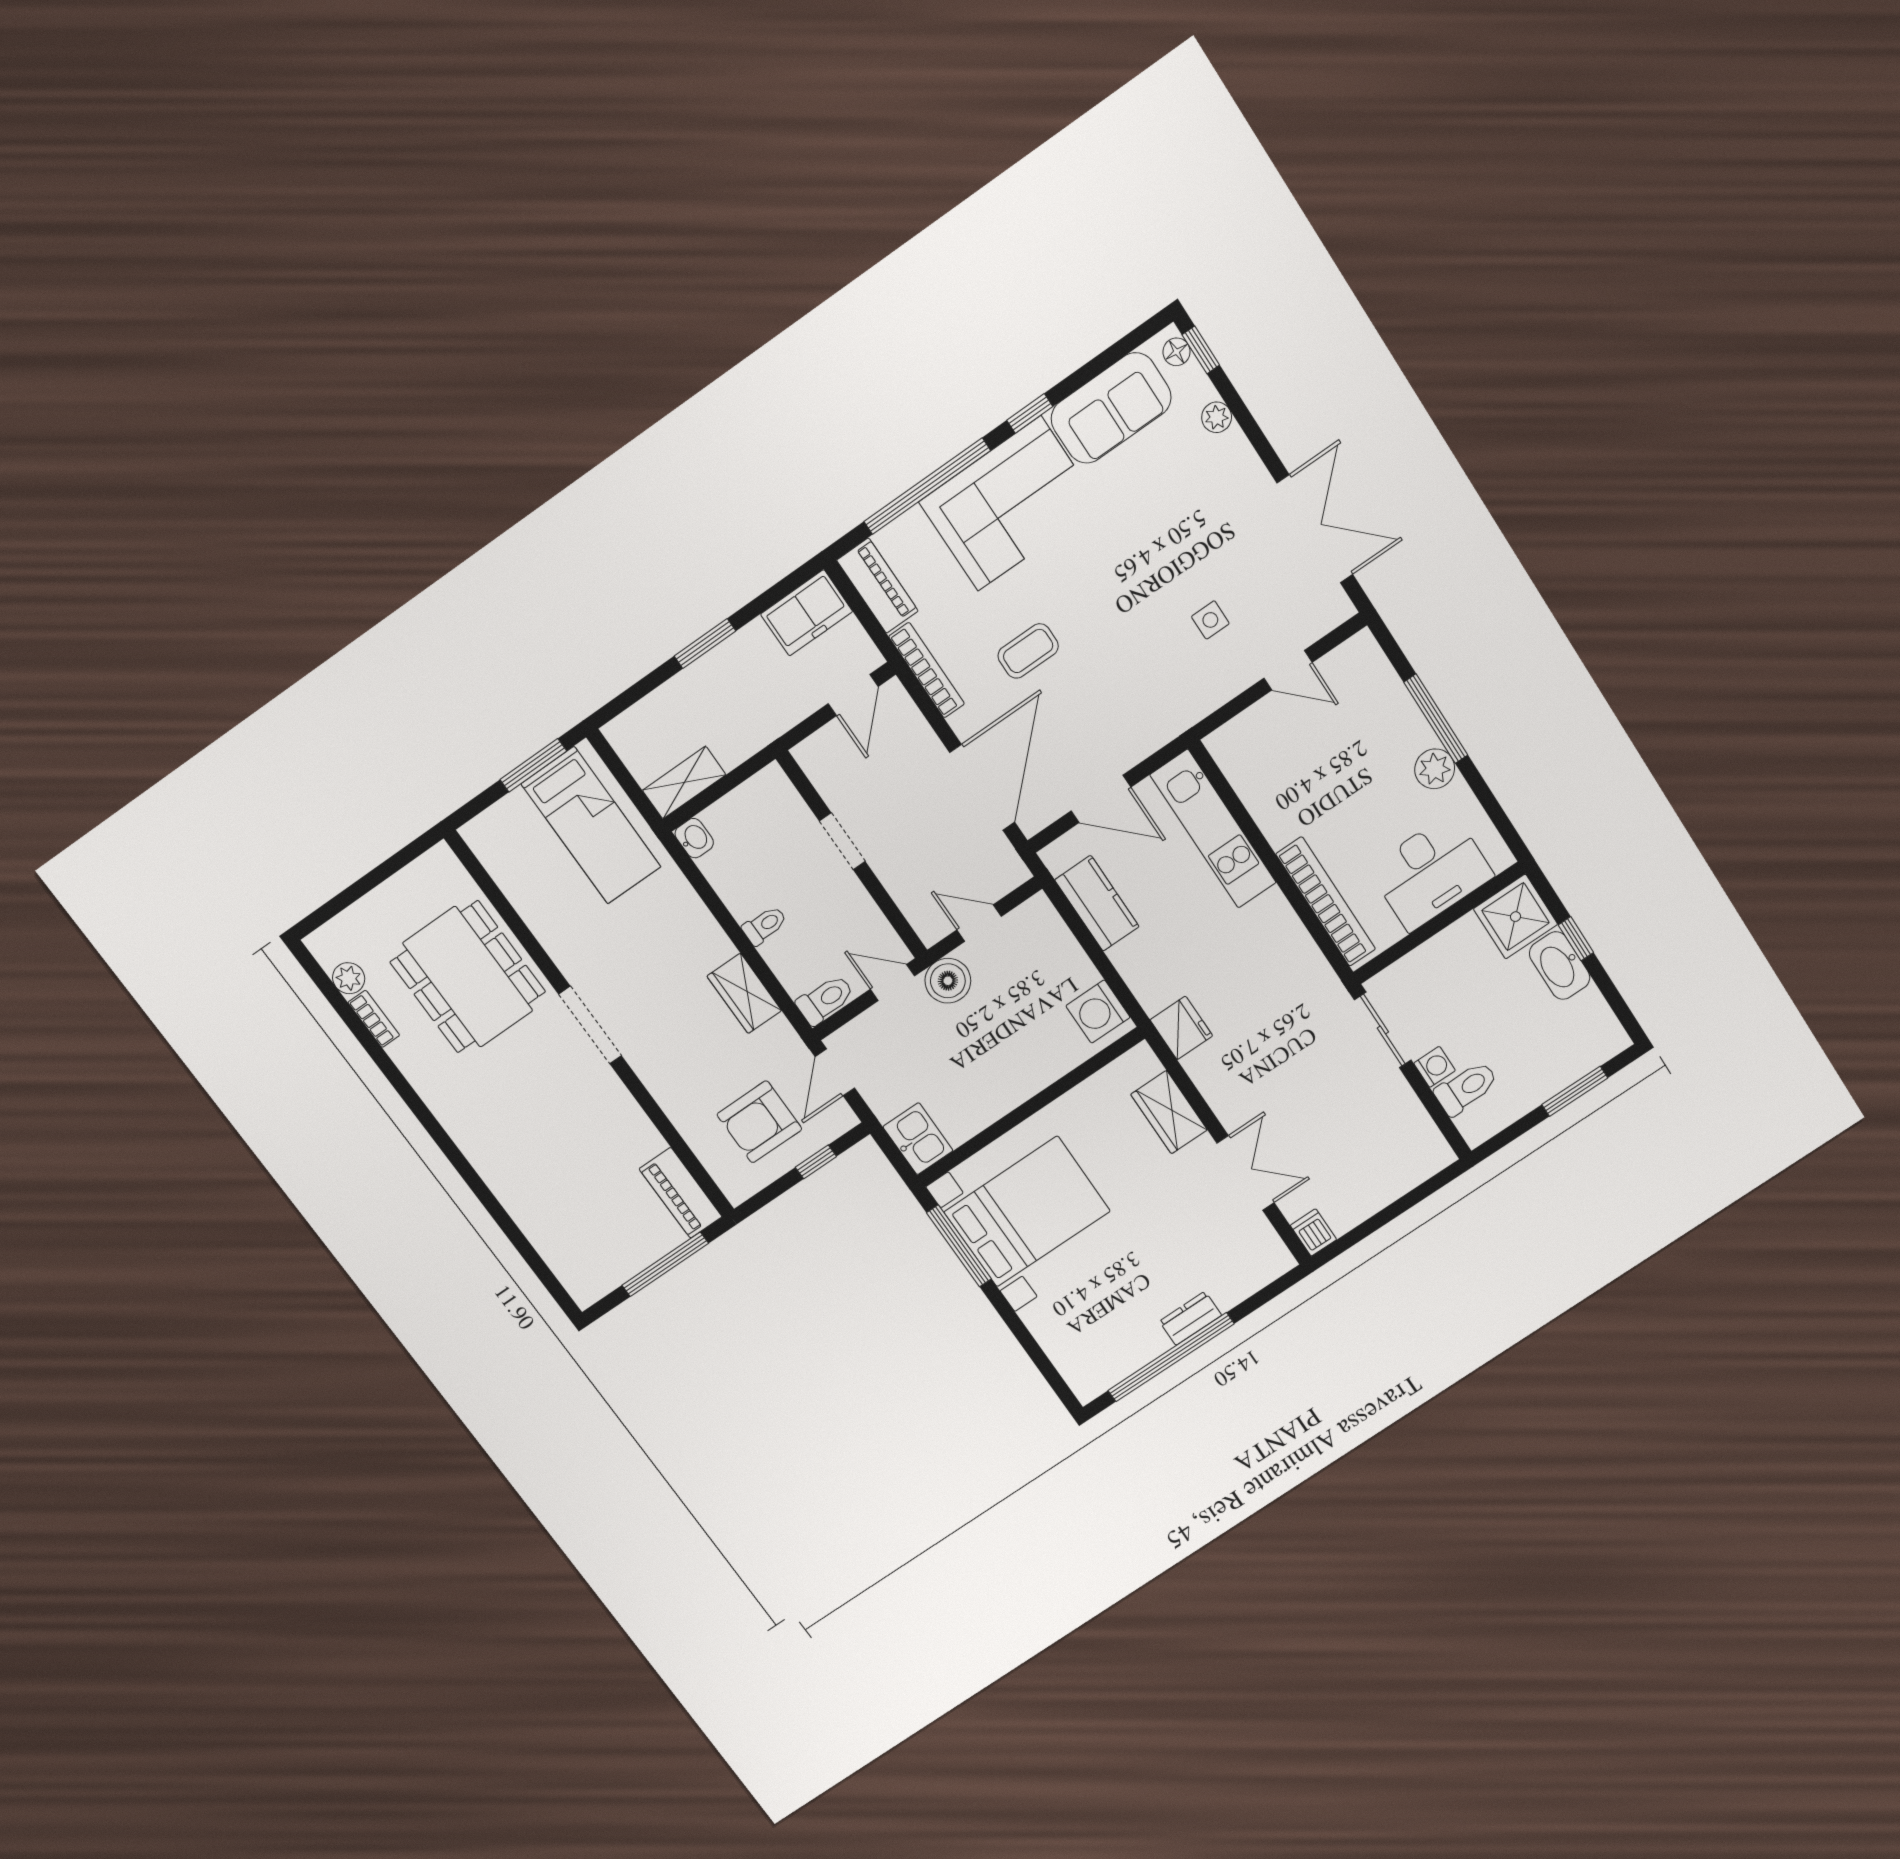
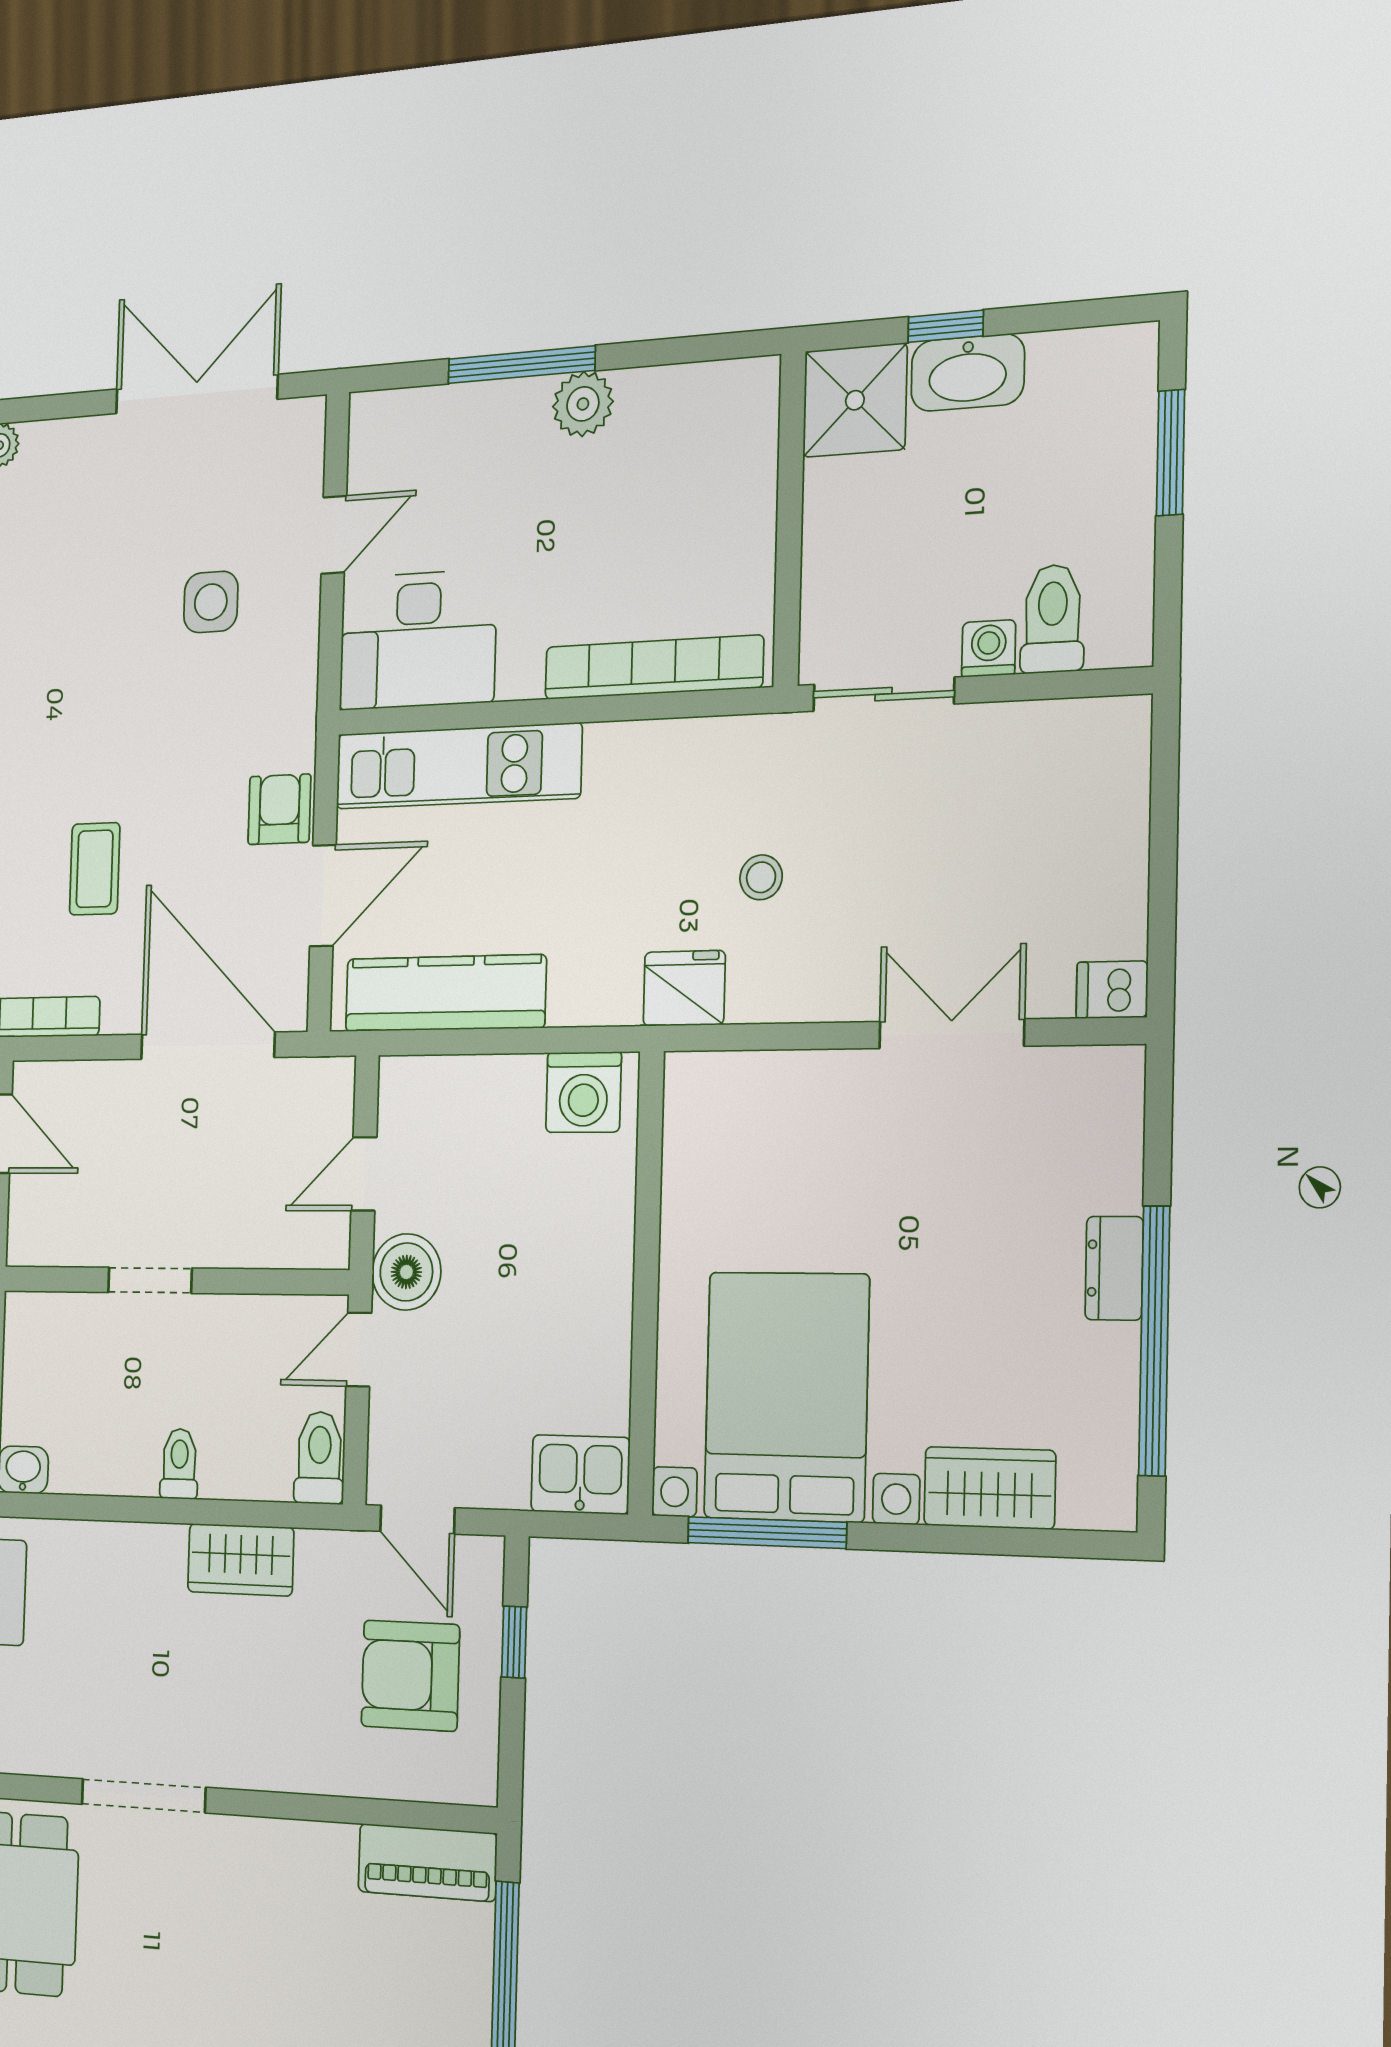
side table: (1210, 620) -> (211, 602), width x1.37, depth x1.37
armchair: (1129, 741) -> (279, 809), added
desk: (1431, 872) -> (418, 640), moved, turned 90
kitchen counter: (1097, 903) -> (445, 993), width x1.50
stool: (1259, 1030) -> (761, 877), added
wardrobe: (1169, 1112) -> (990, 1488), moved, turned 180
armchair: (759, 1122) -> (410, 1676), turned 90

